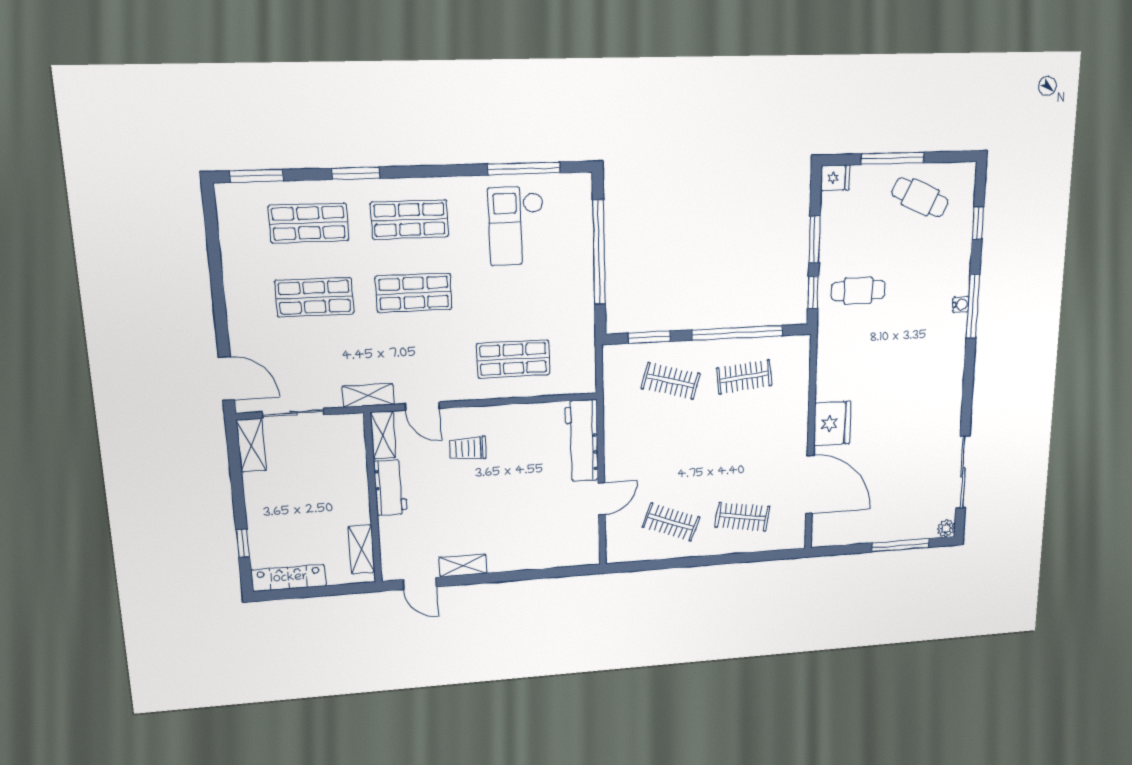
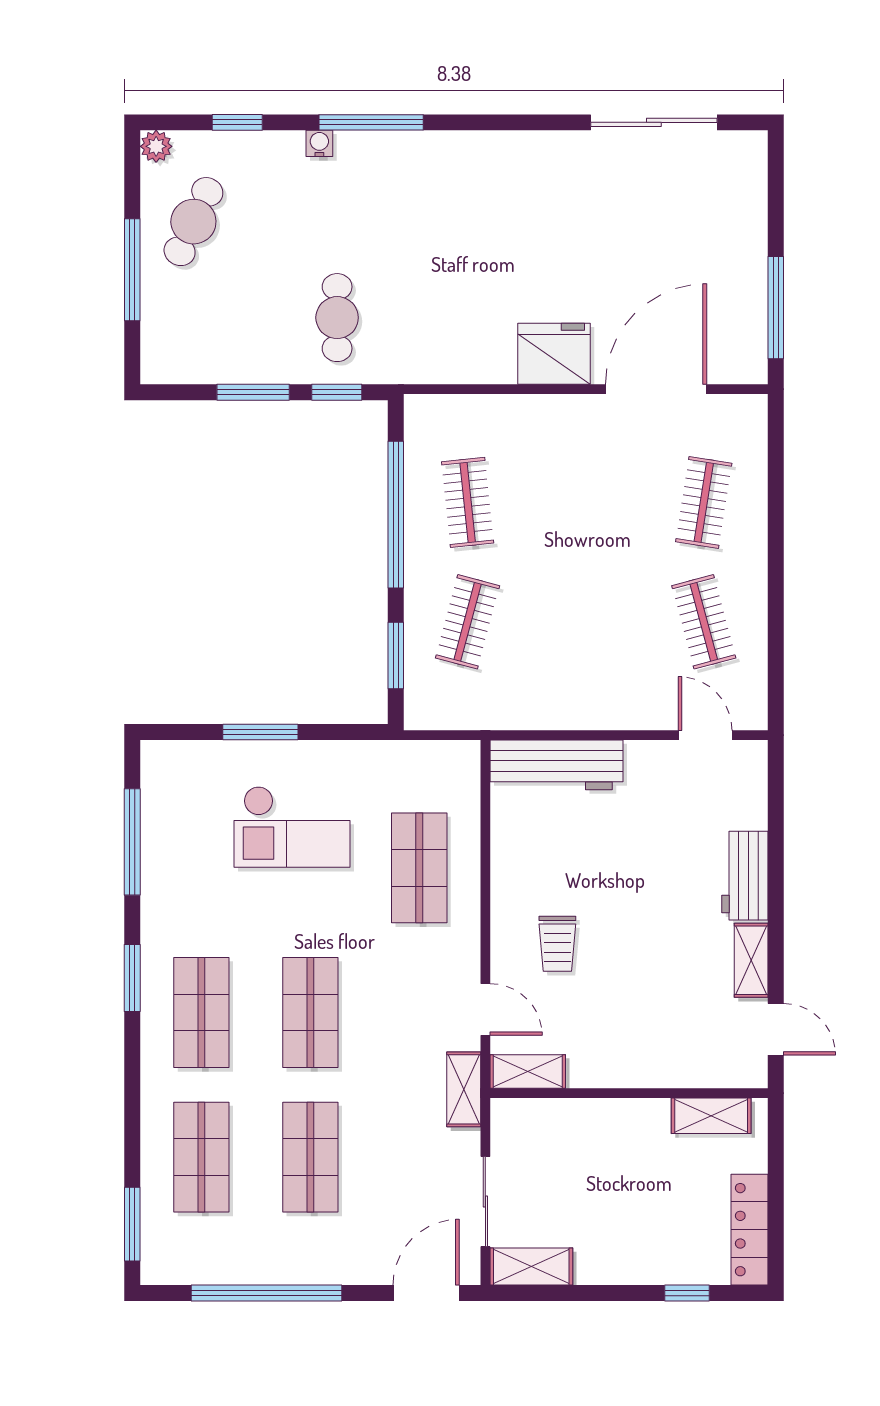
window: (356, 173) -> (132, 978), moved
fridge: (835, 178) -> (159, 361), removed
checkout: (516, 226) -> (292, 827), moved
window: (599, 252) -> (260, 732), width x0.47
window: (216, 271) -> (266, 1293), added
water cooler: (961, 305) -> (319, 143), moved
door: (422, 406) -> (485, 1010), hinge flipped
workbench: (390, 488) -> (745, 876), moved, turned -90
door: (602, 499) -> (705, 735), moved
clothes rail: (671, 522) -> (704, 622), turned -36
plant: (946, 528) -> (156, 146), moved
window: (901, 545) -> (776, 308), moved
door: (420, 583) -> (776, 1029), hinge flipped

